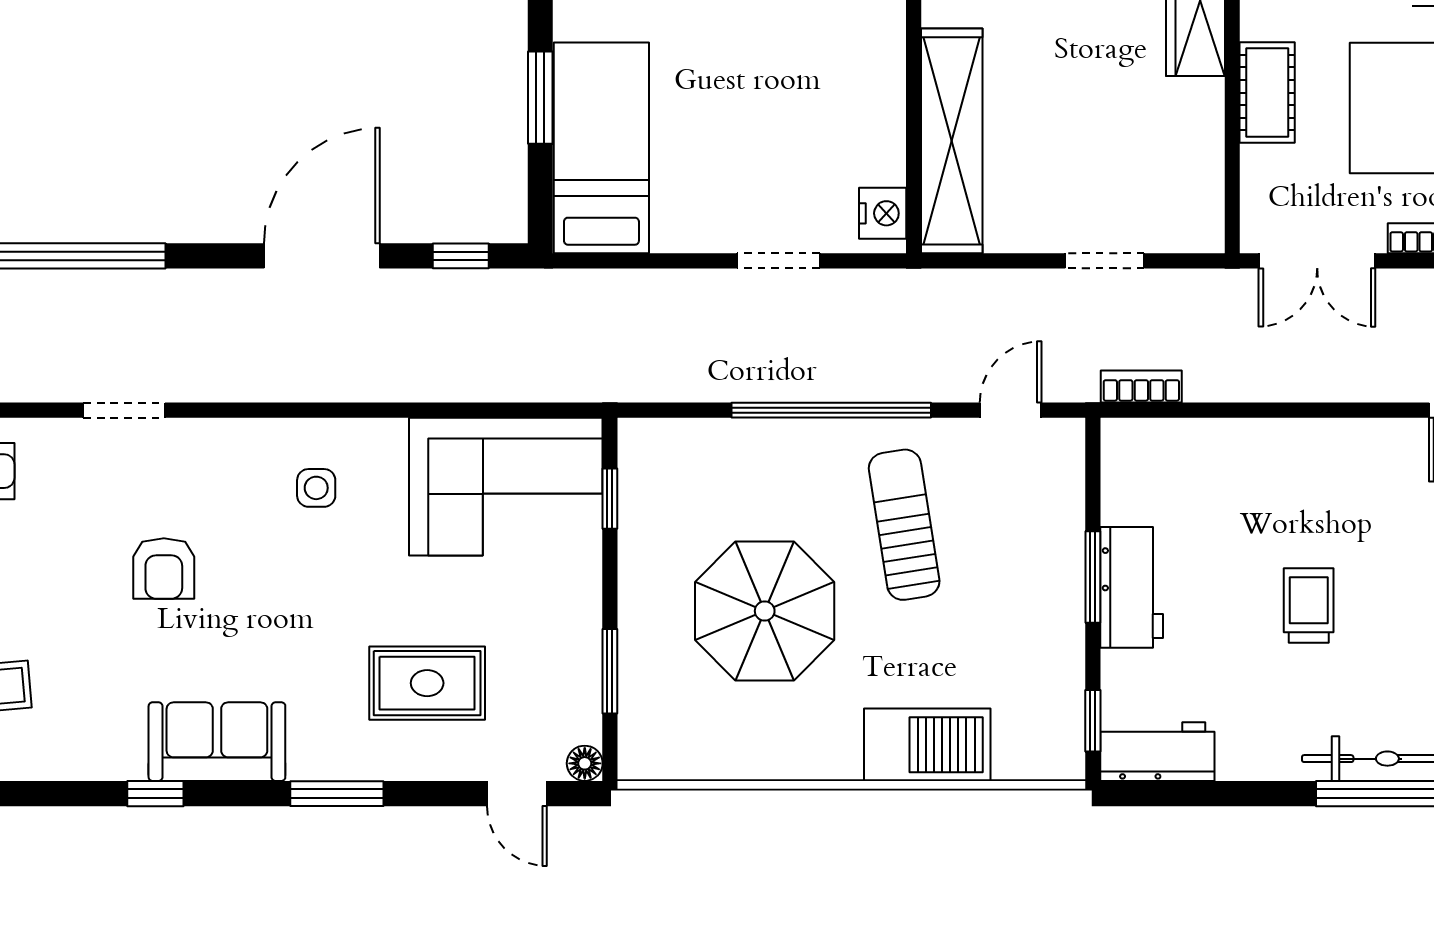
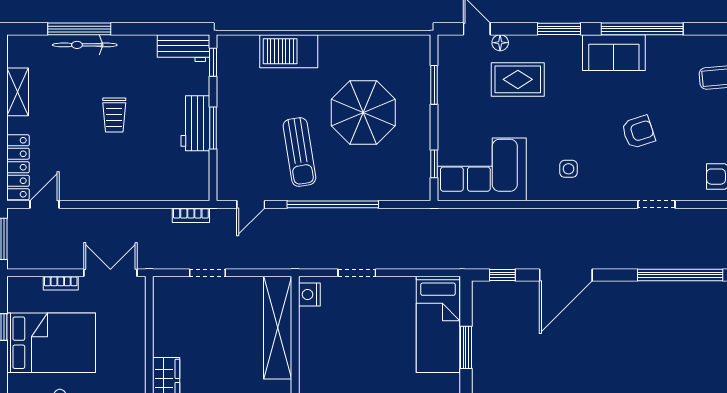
cot: (1267, 93) -> (133, 350), removed
armchair: (164, 569) -> (638, 132), turned 72
floor lamp: (585, 763) -> (500, 43), moved
window: (155, 794) -> (642, 29), width x3.17

